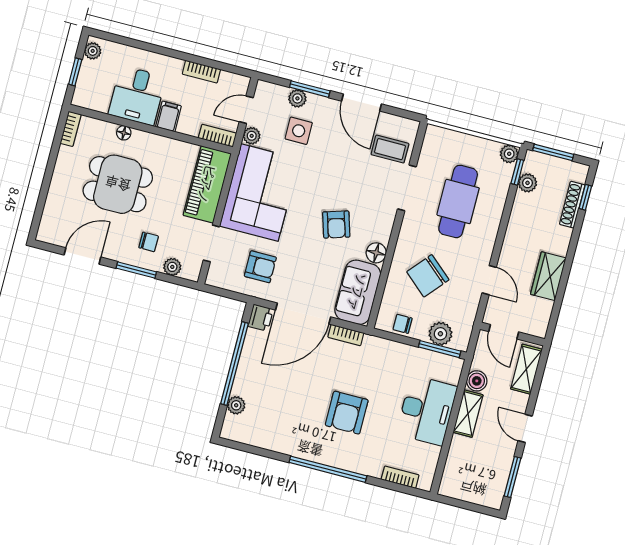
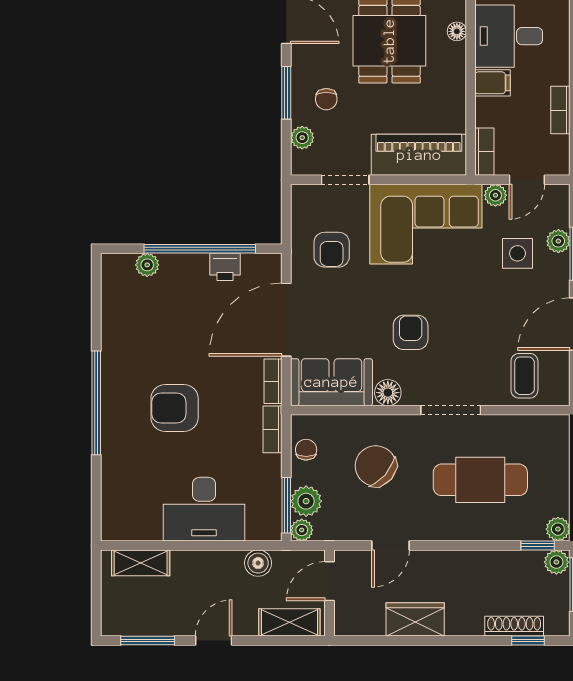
door: (246, 110) -> (527, 180), swing flipped
plant: (527, 183) -> (556, 562), moved
doorway: (407, 188) -> (451, 410), moved
armchair: (336, 225) -> (411, 332), turned 107
door: (303, 313) -> (286, 320), hinge flipped
printer: (261, 318) -> (225, 267), moved
plant: (461, 342) -> (302, 530), added
shelving: (468, 414) -> (141, 563), moved
bookcase: (400, 477) -> (273, 429), moved, turned 180

